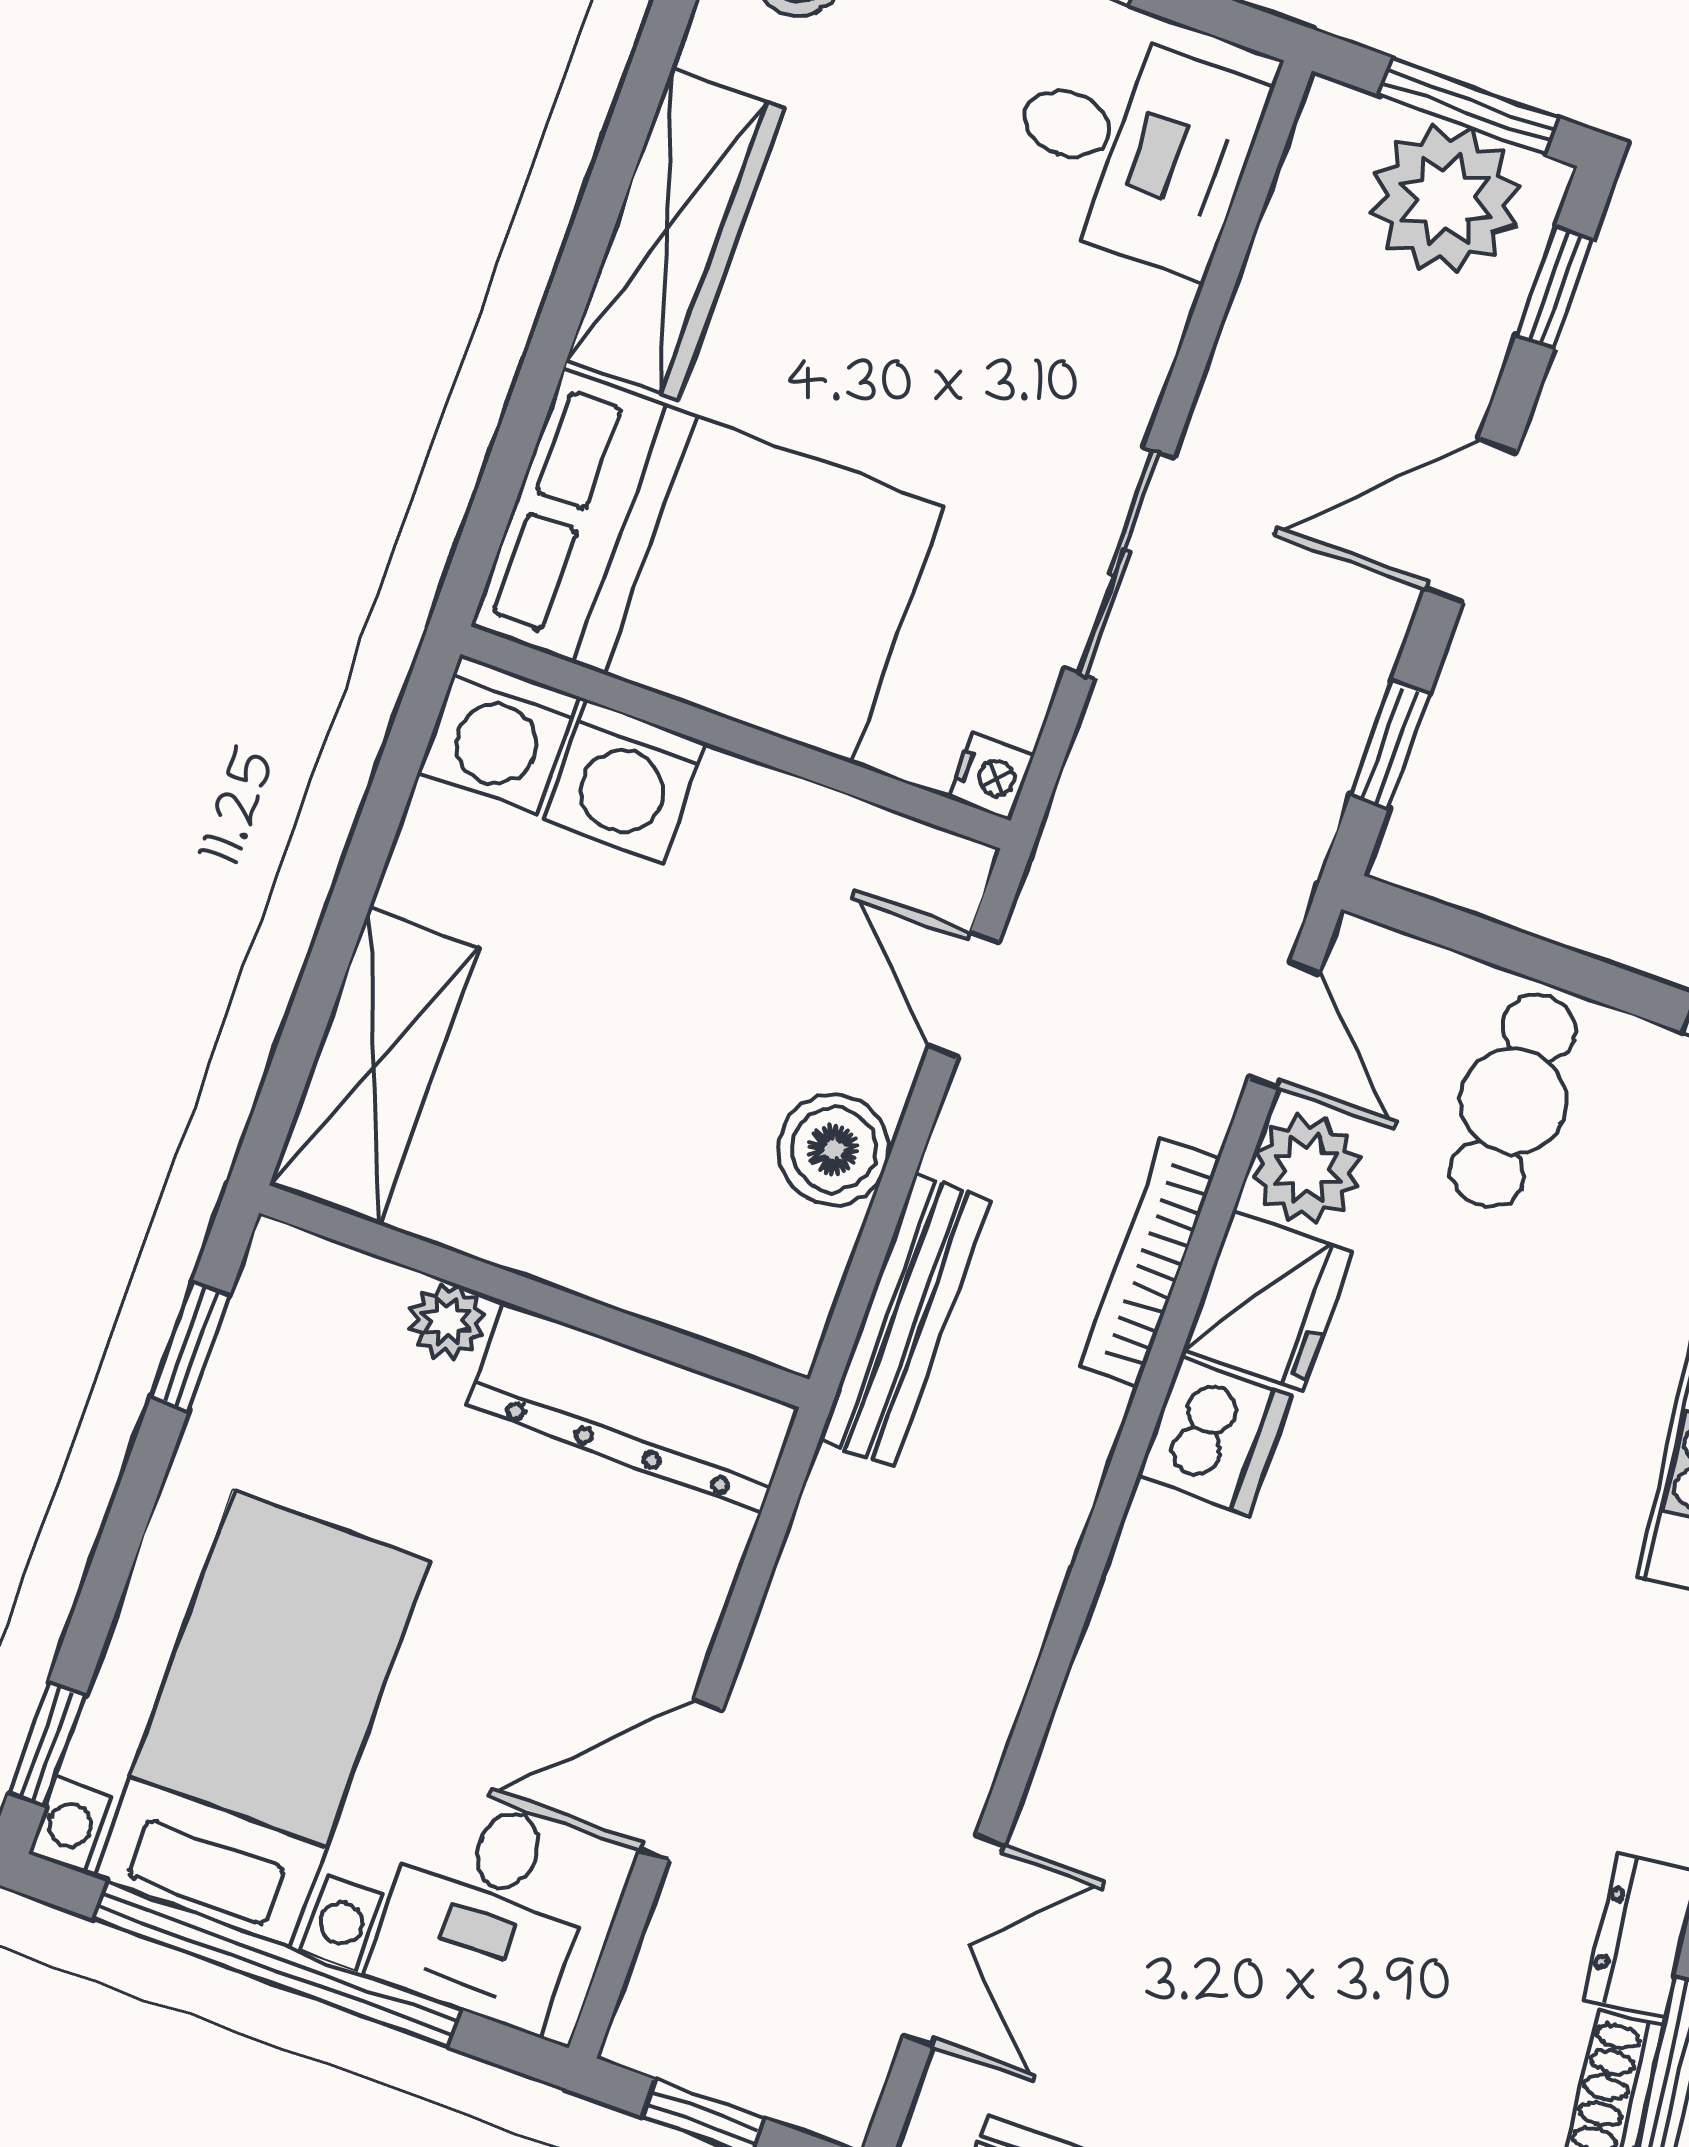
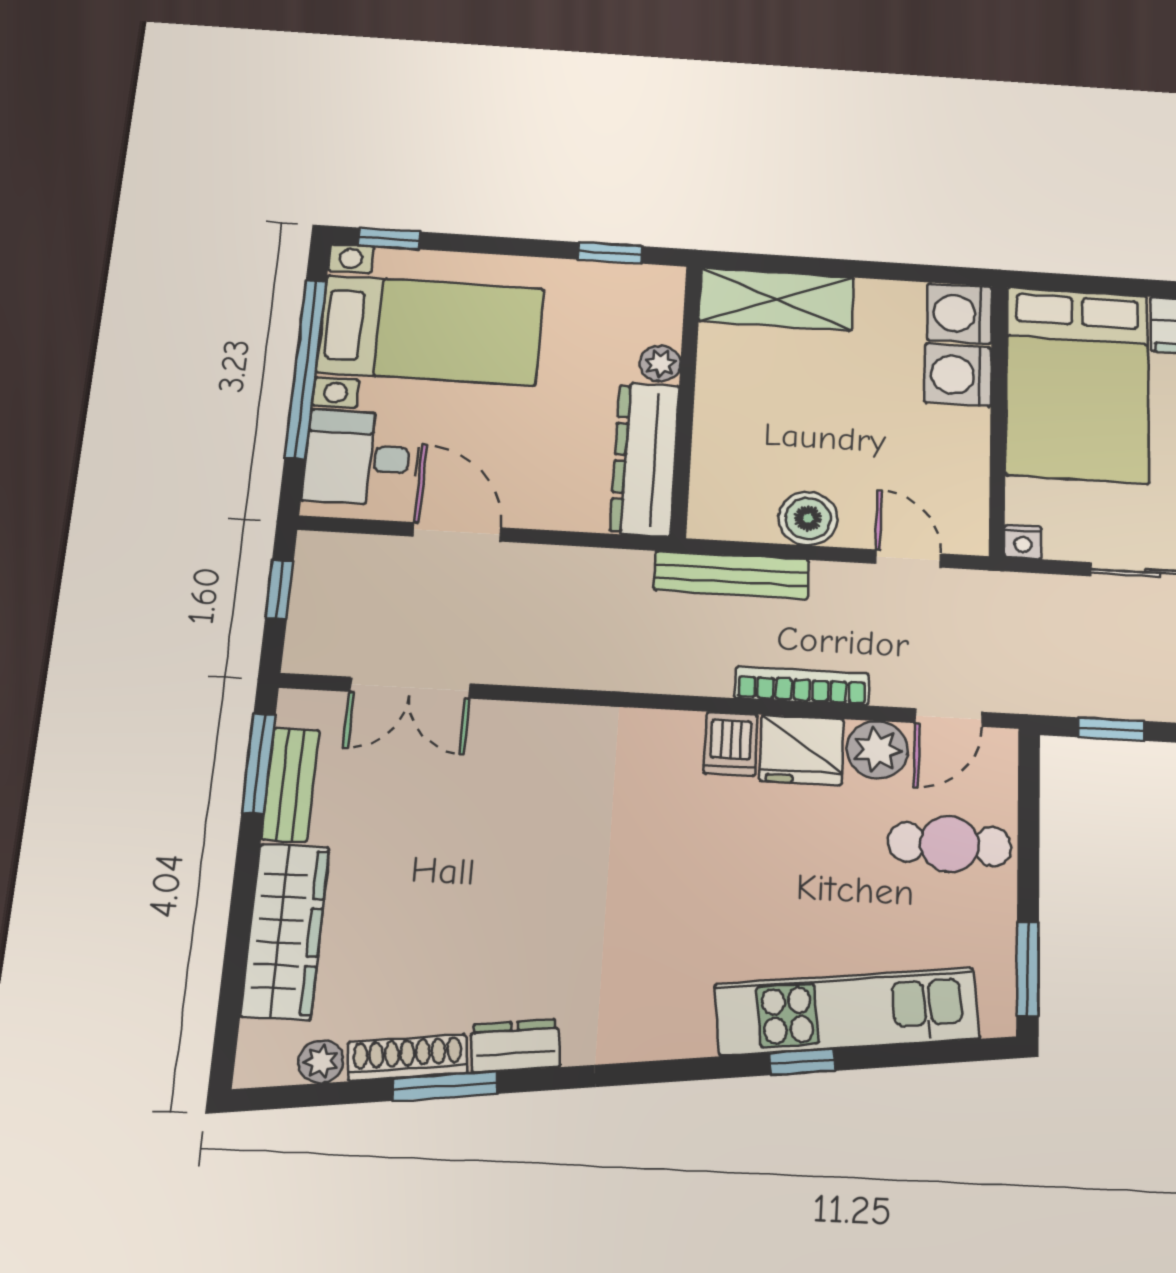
door: (964, 995) -> (908, 559), hinge flipped
dishwasher: (1215, 1436) -> (731, 744), width x0.73

